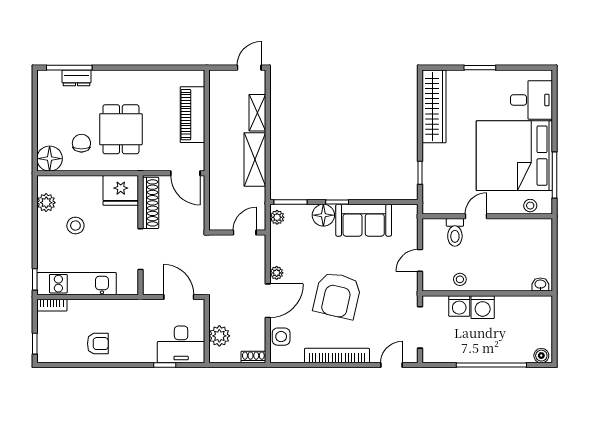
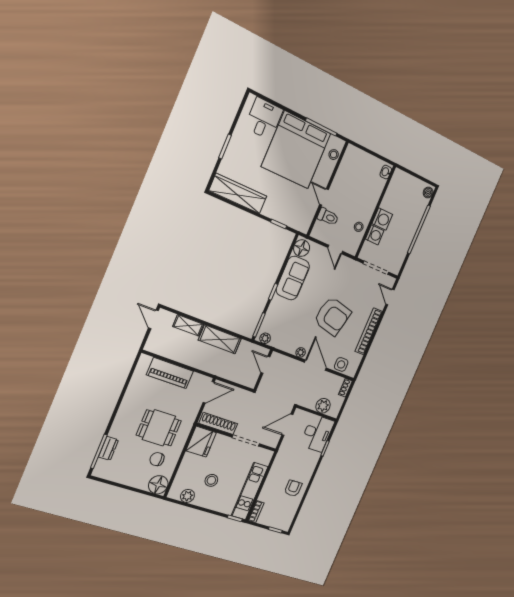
floor lamp: (323, 215) -> (302, 248), moved

